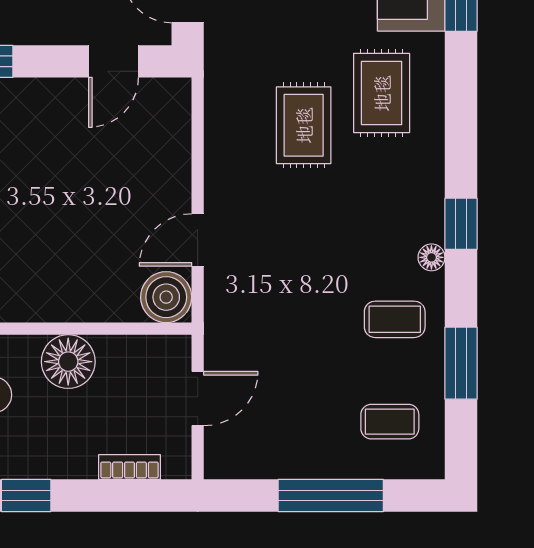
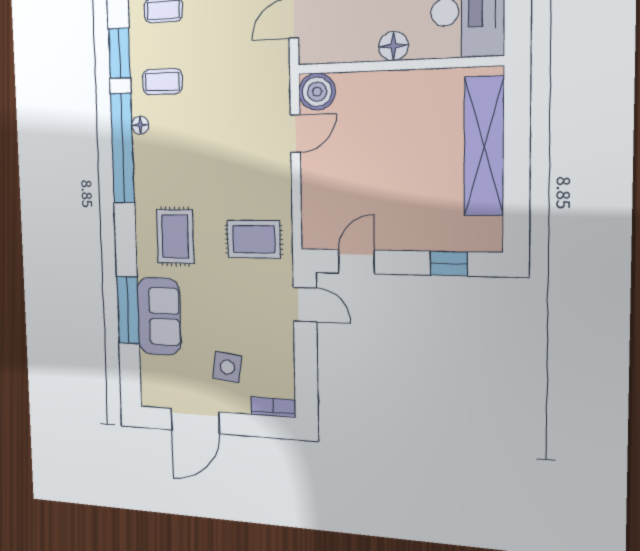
rug: (304, 125) -> (254, 239), moved, turned 90
window: (461, 224) -> (123, 148), width x3.17
floor lamp: (68, 362) -> (394, 46), width x0.73, depth x0.73

